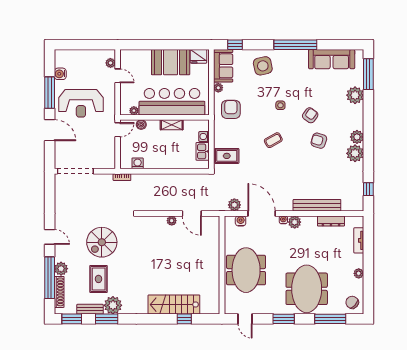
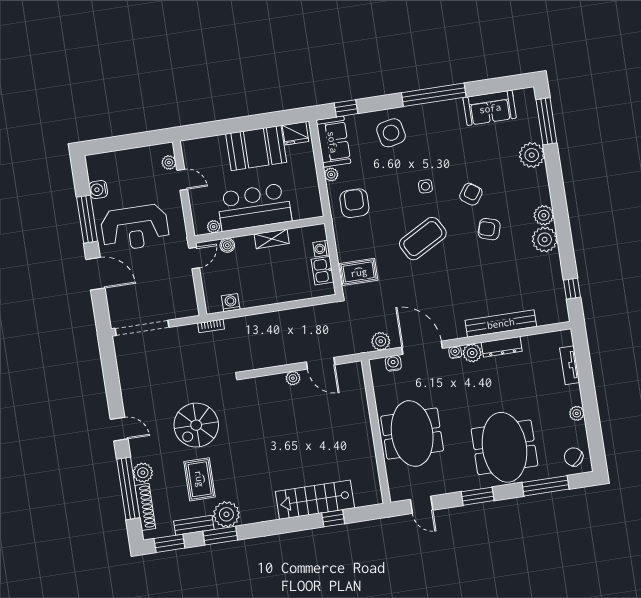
sofa: (332, 59) -> (490, 108), width x0.73
bar counter: (172, 102) -> (254, 207), width x0.73
coffee table: (273, 140) -> (423, 239), width x1.86, depth x1.72
dresser: (331, 221) -> (502, 347), moved

